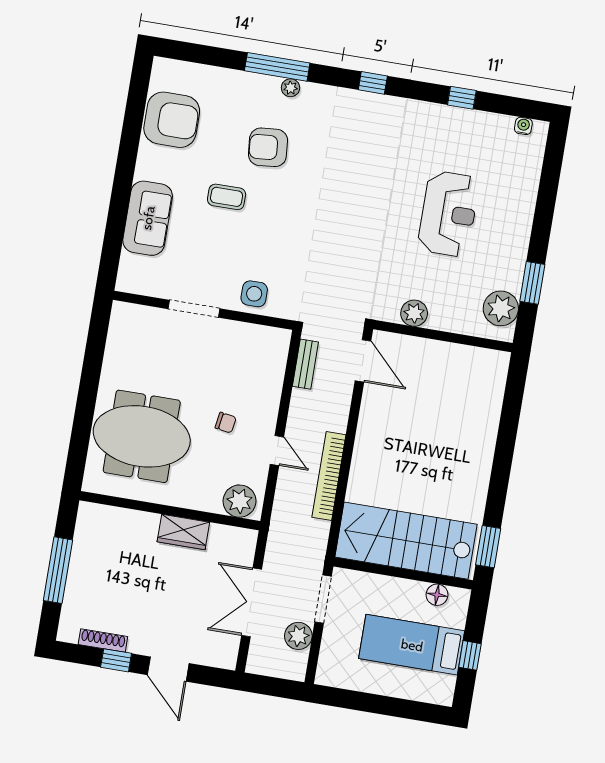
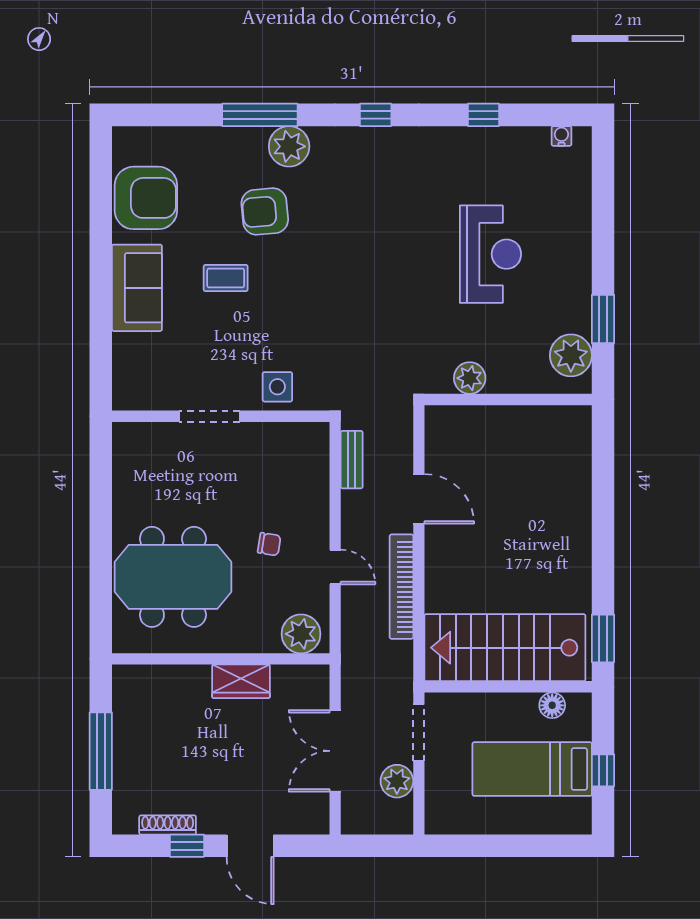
plant: (290, 88) -> (289, 146), width x1.88, depth x1.88
sofa: (148, 218) -> (137, 288), moved
door: (363, 361) -> (419, 499), moved

